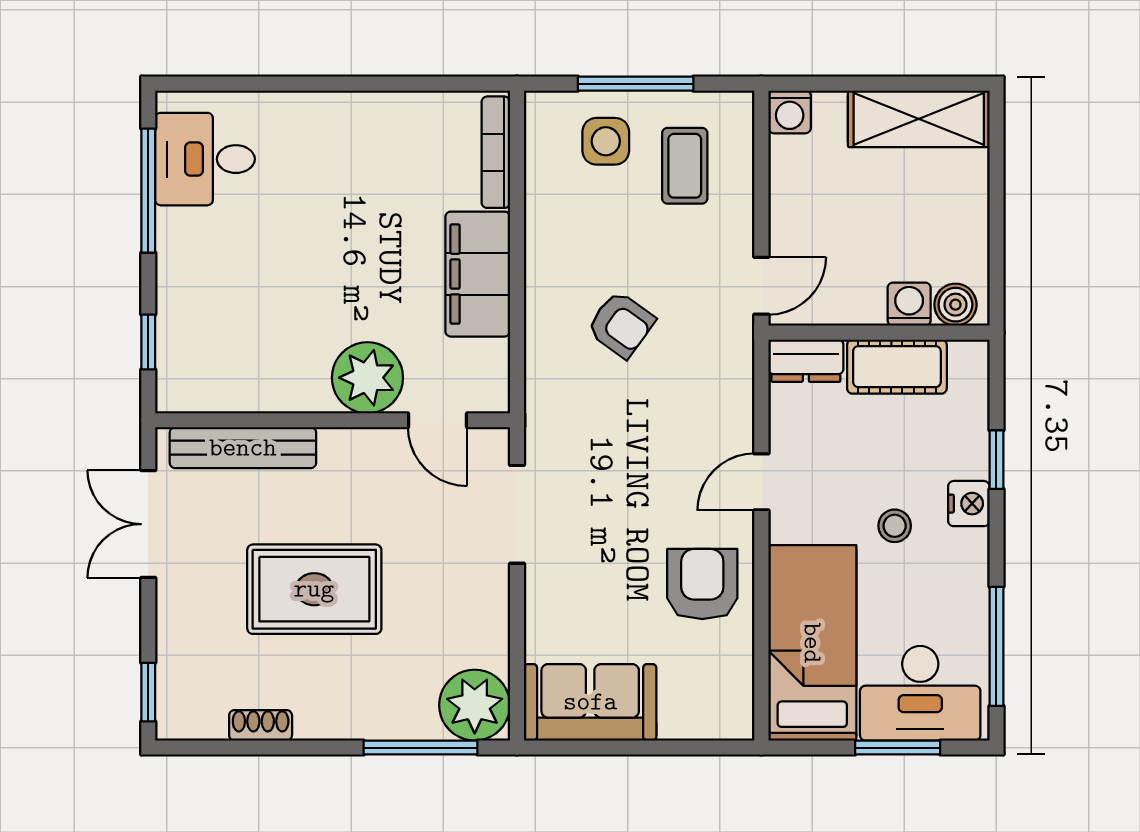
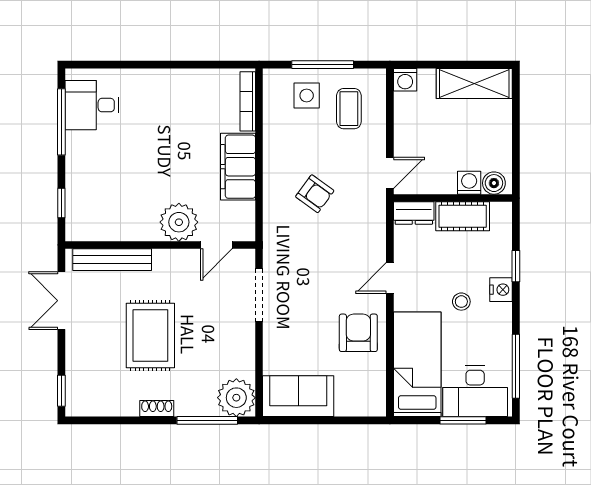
door: (438, 420) -> (216, 245), hinge flipped
rug: (314, 589) -> (150, 336), turned 90
shoe rack: (261, 725) -> (157, 408), moved

